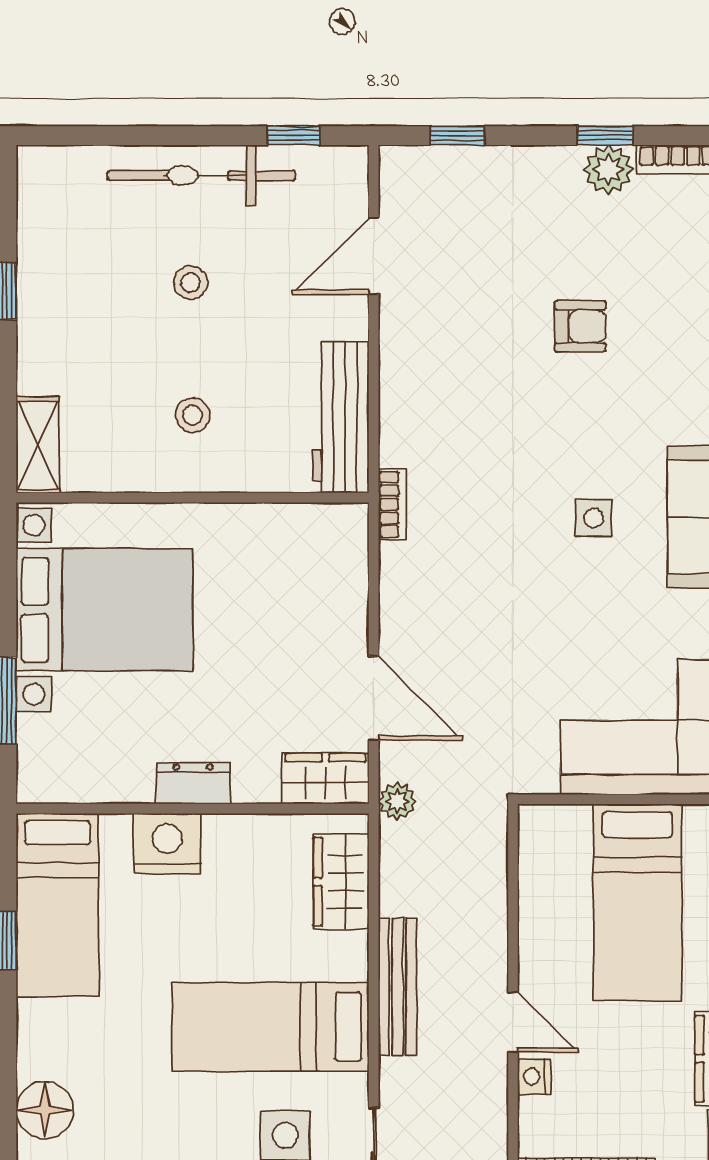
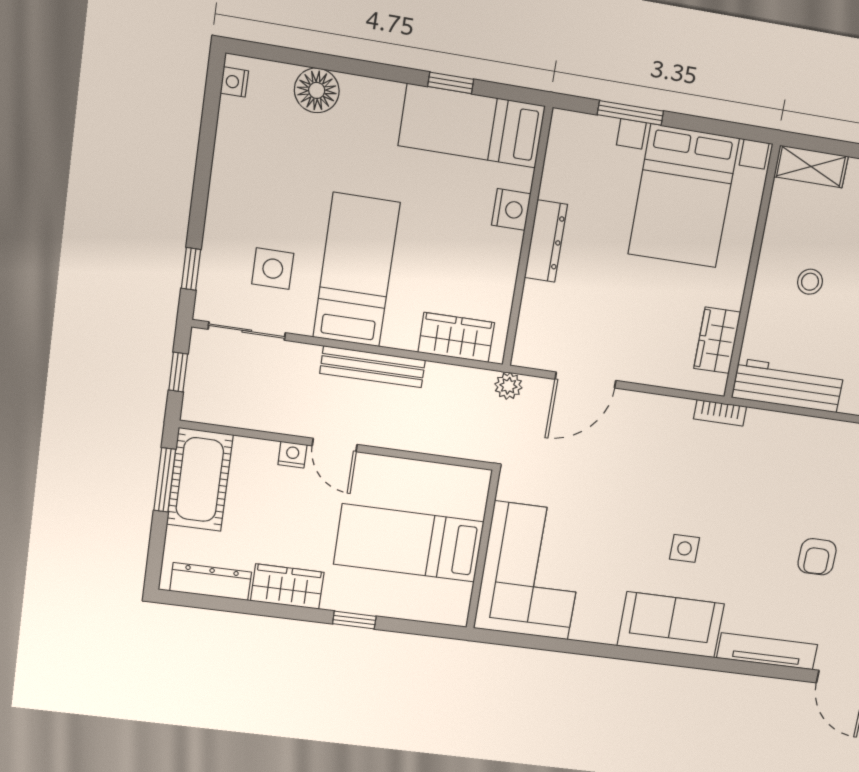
wardrobe: (326, 779) -> (717, 340), moved, turned 180
dresser: (193, 783) -> (546, 241), width x1.44
nightstand: (167, 843) -> (511, 209), width x0.74, depth x0.75
door: (513, 1022) -> (335, 445), hinge flipped

